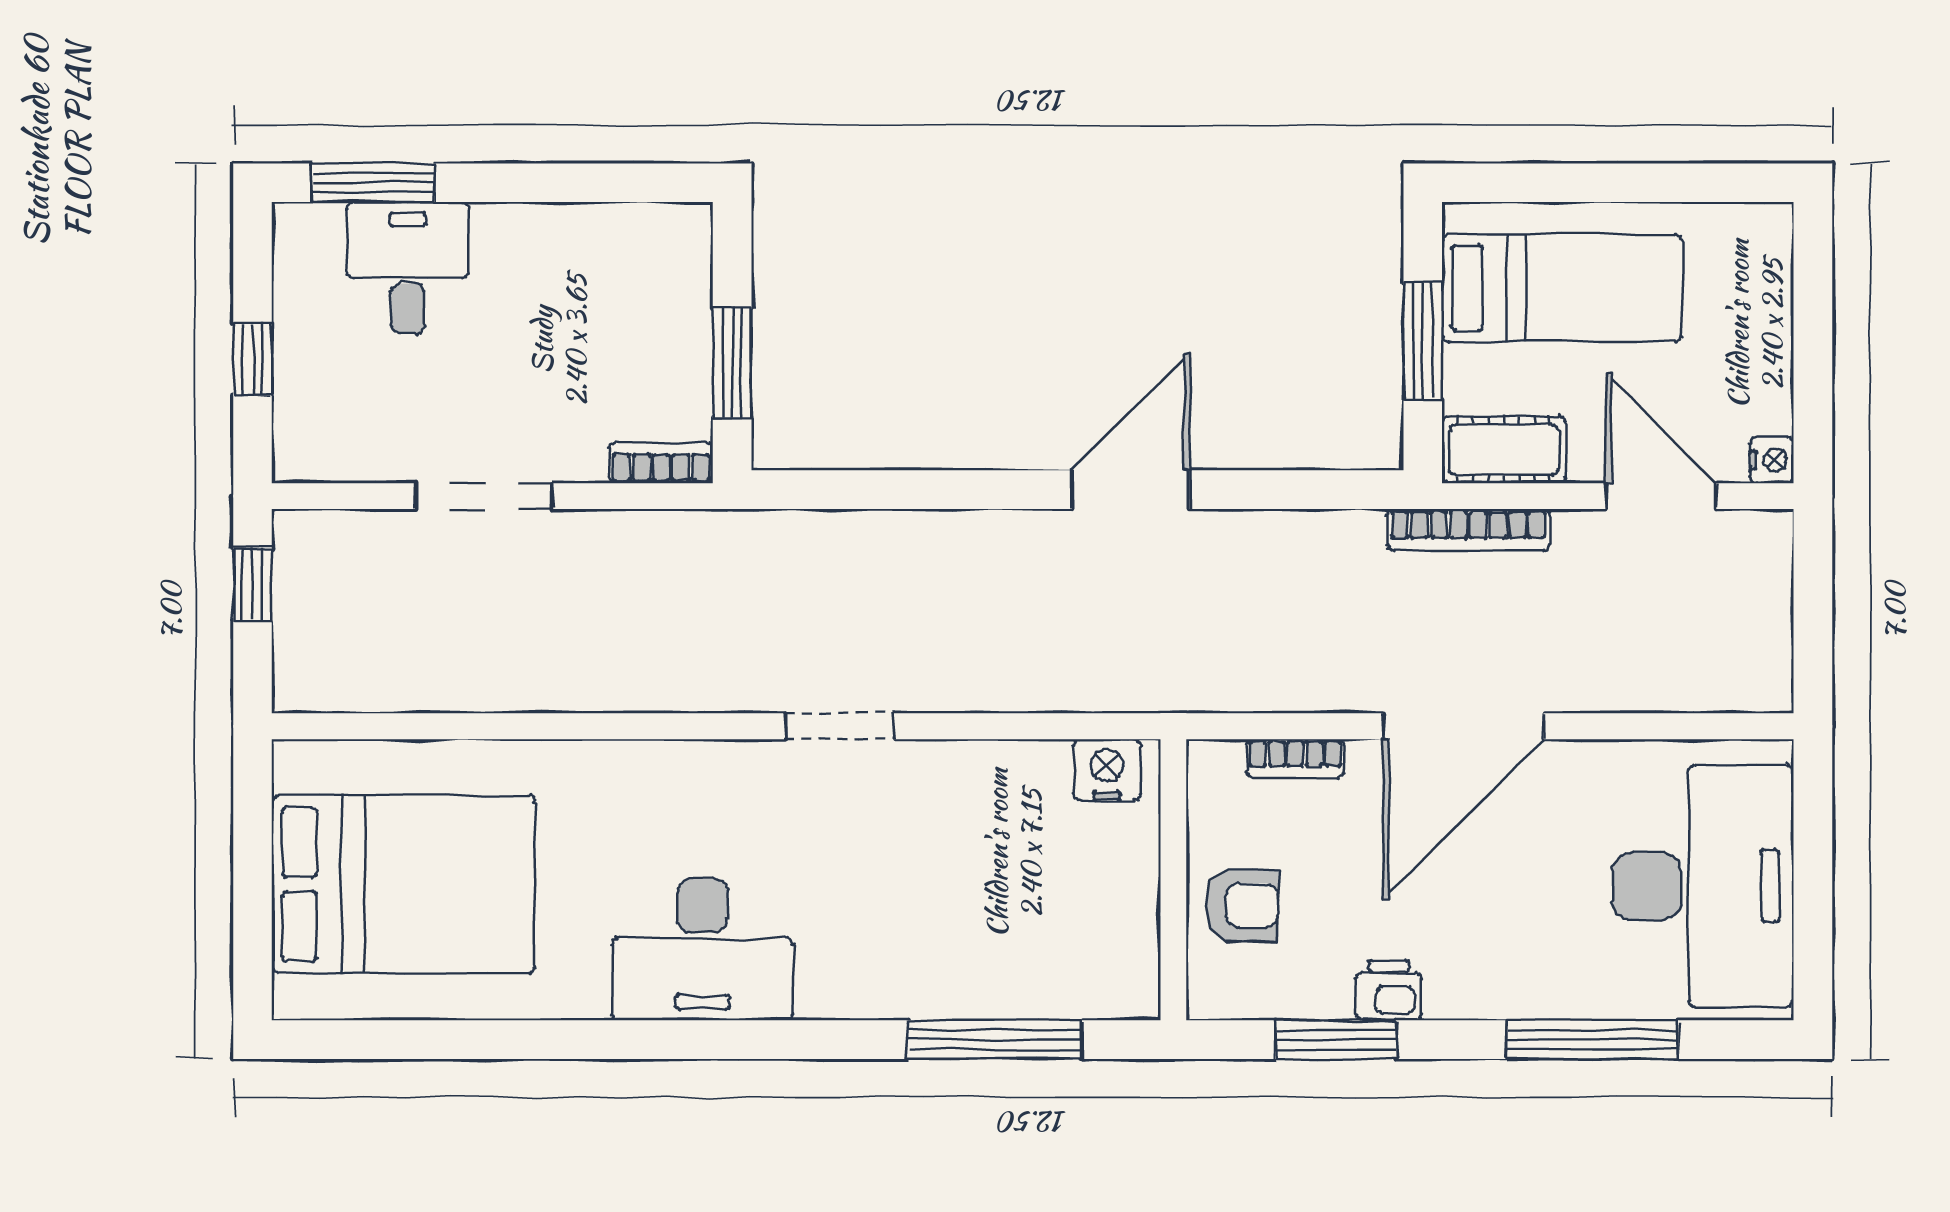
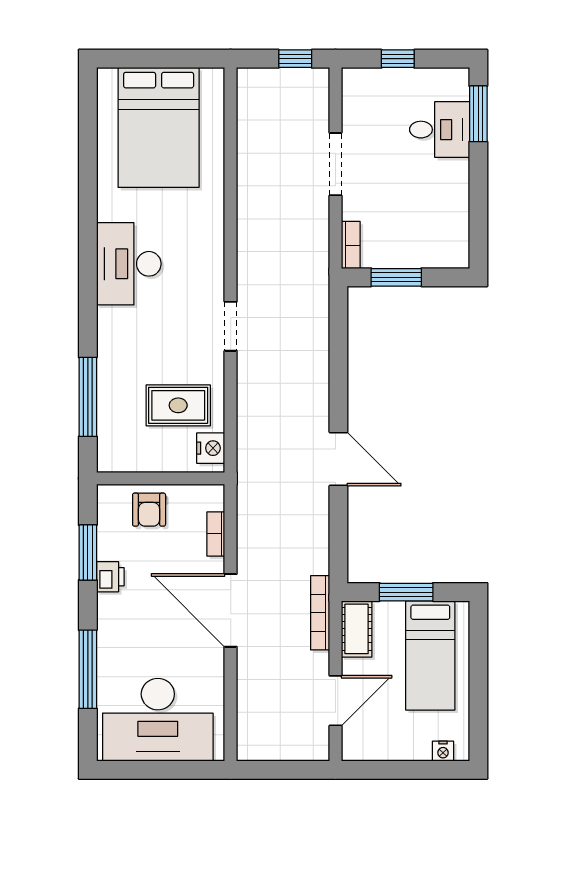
nightstand: (1772, 460) -> (443, 751), moved
rug: (1013, 841) -> (178, 405), added

